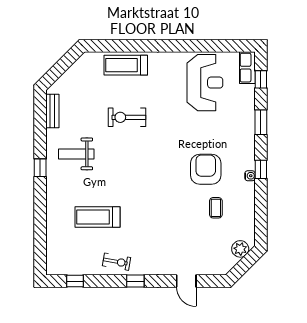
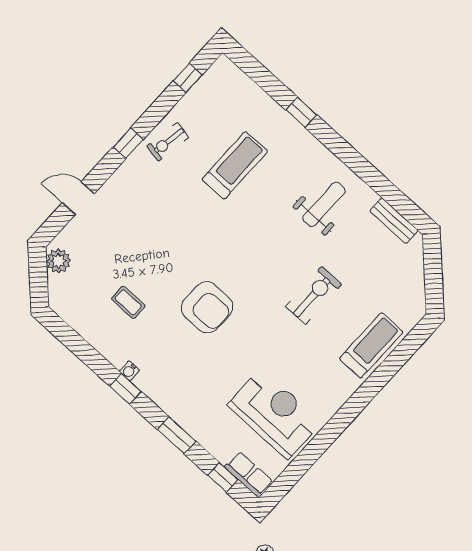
reception desk: (205, 83) -> (275, 414), turned 180
window: (40, 168) -> (301, 112), moved
armchair: (206, 169) -> (207, 307), moved
plant: (240, 249) -> (58, 261), moved

